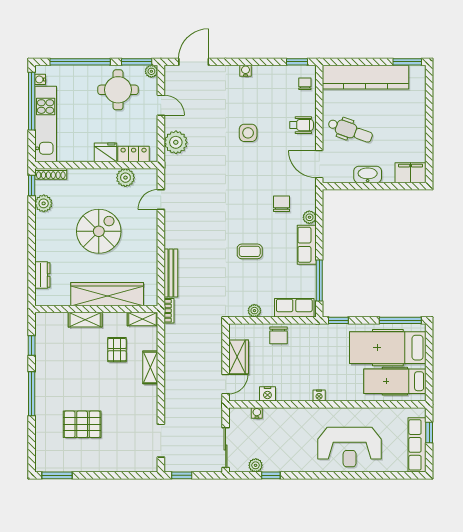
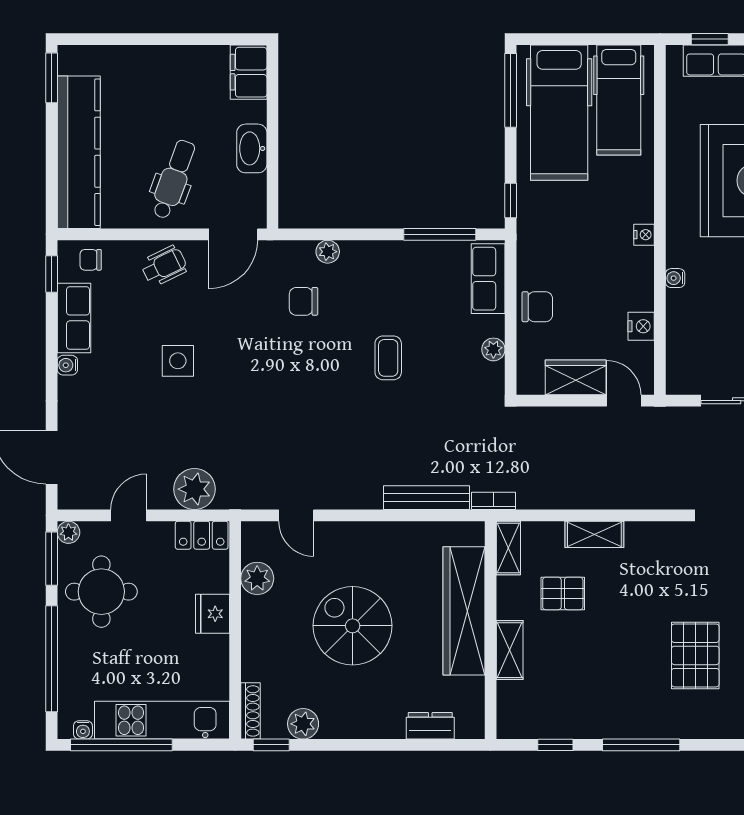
wheelchair: (302, 125) -> (164, 266), turned 64
locker: (134, 154) -> (202, 535), moved, turned -90
row of seats: (307, 245) -> (74, 318), moved, turned -90
water cooler: (257, 413) -> (675, 278), moved

